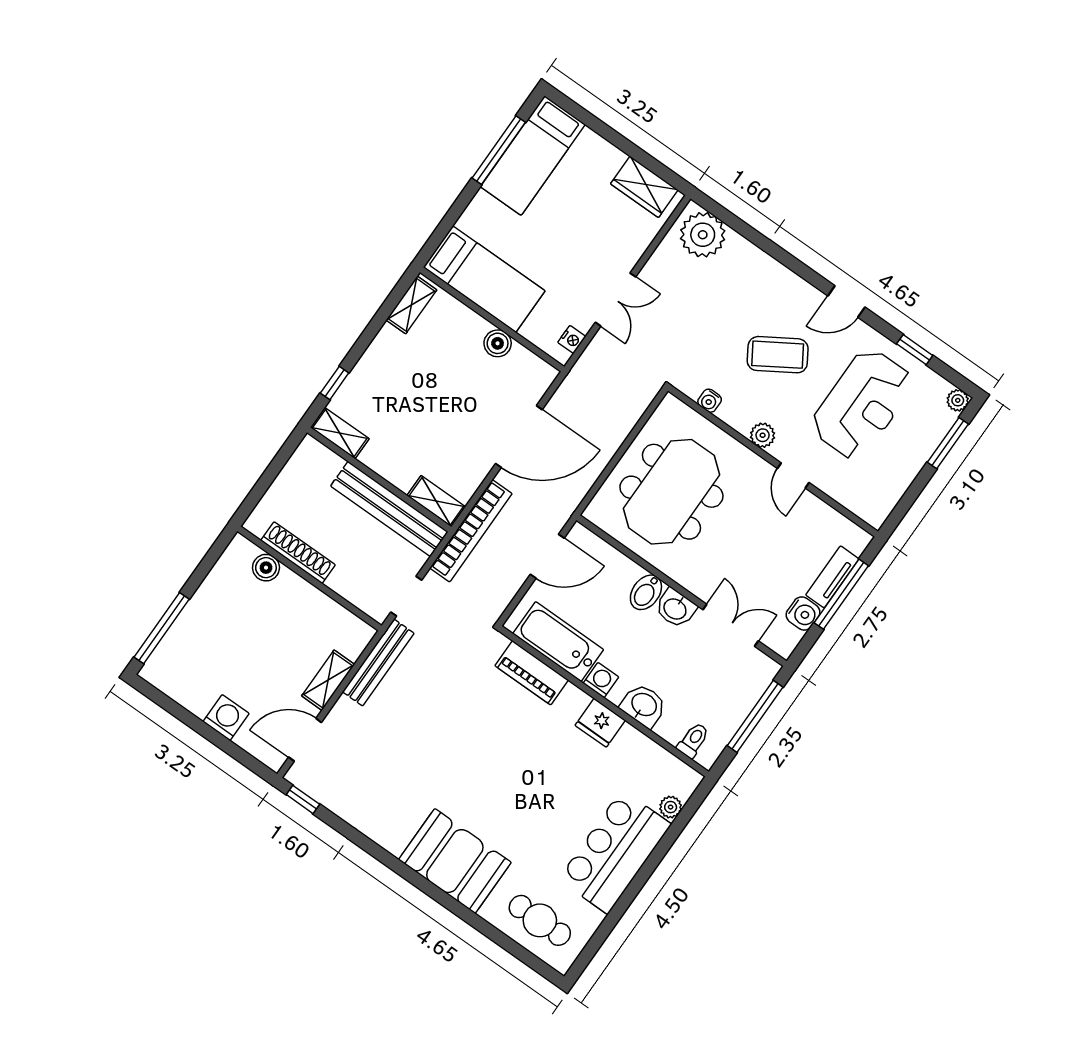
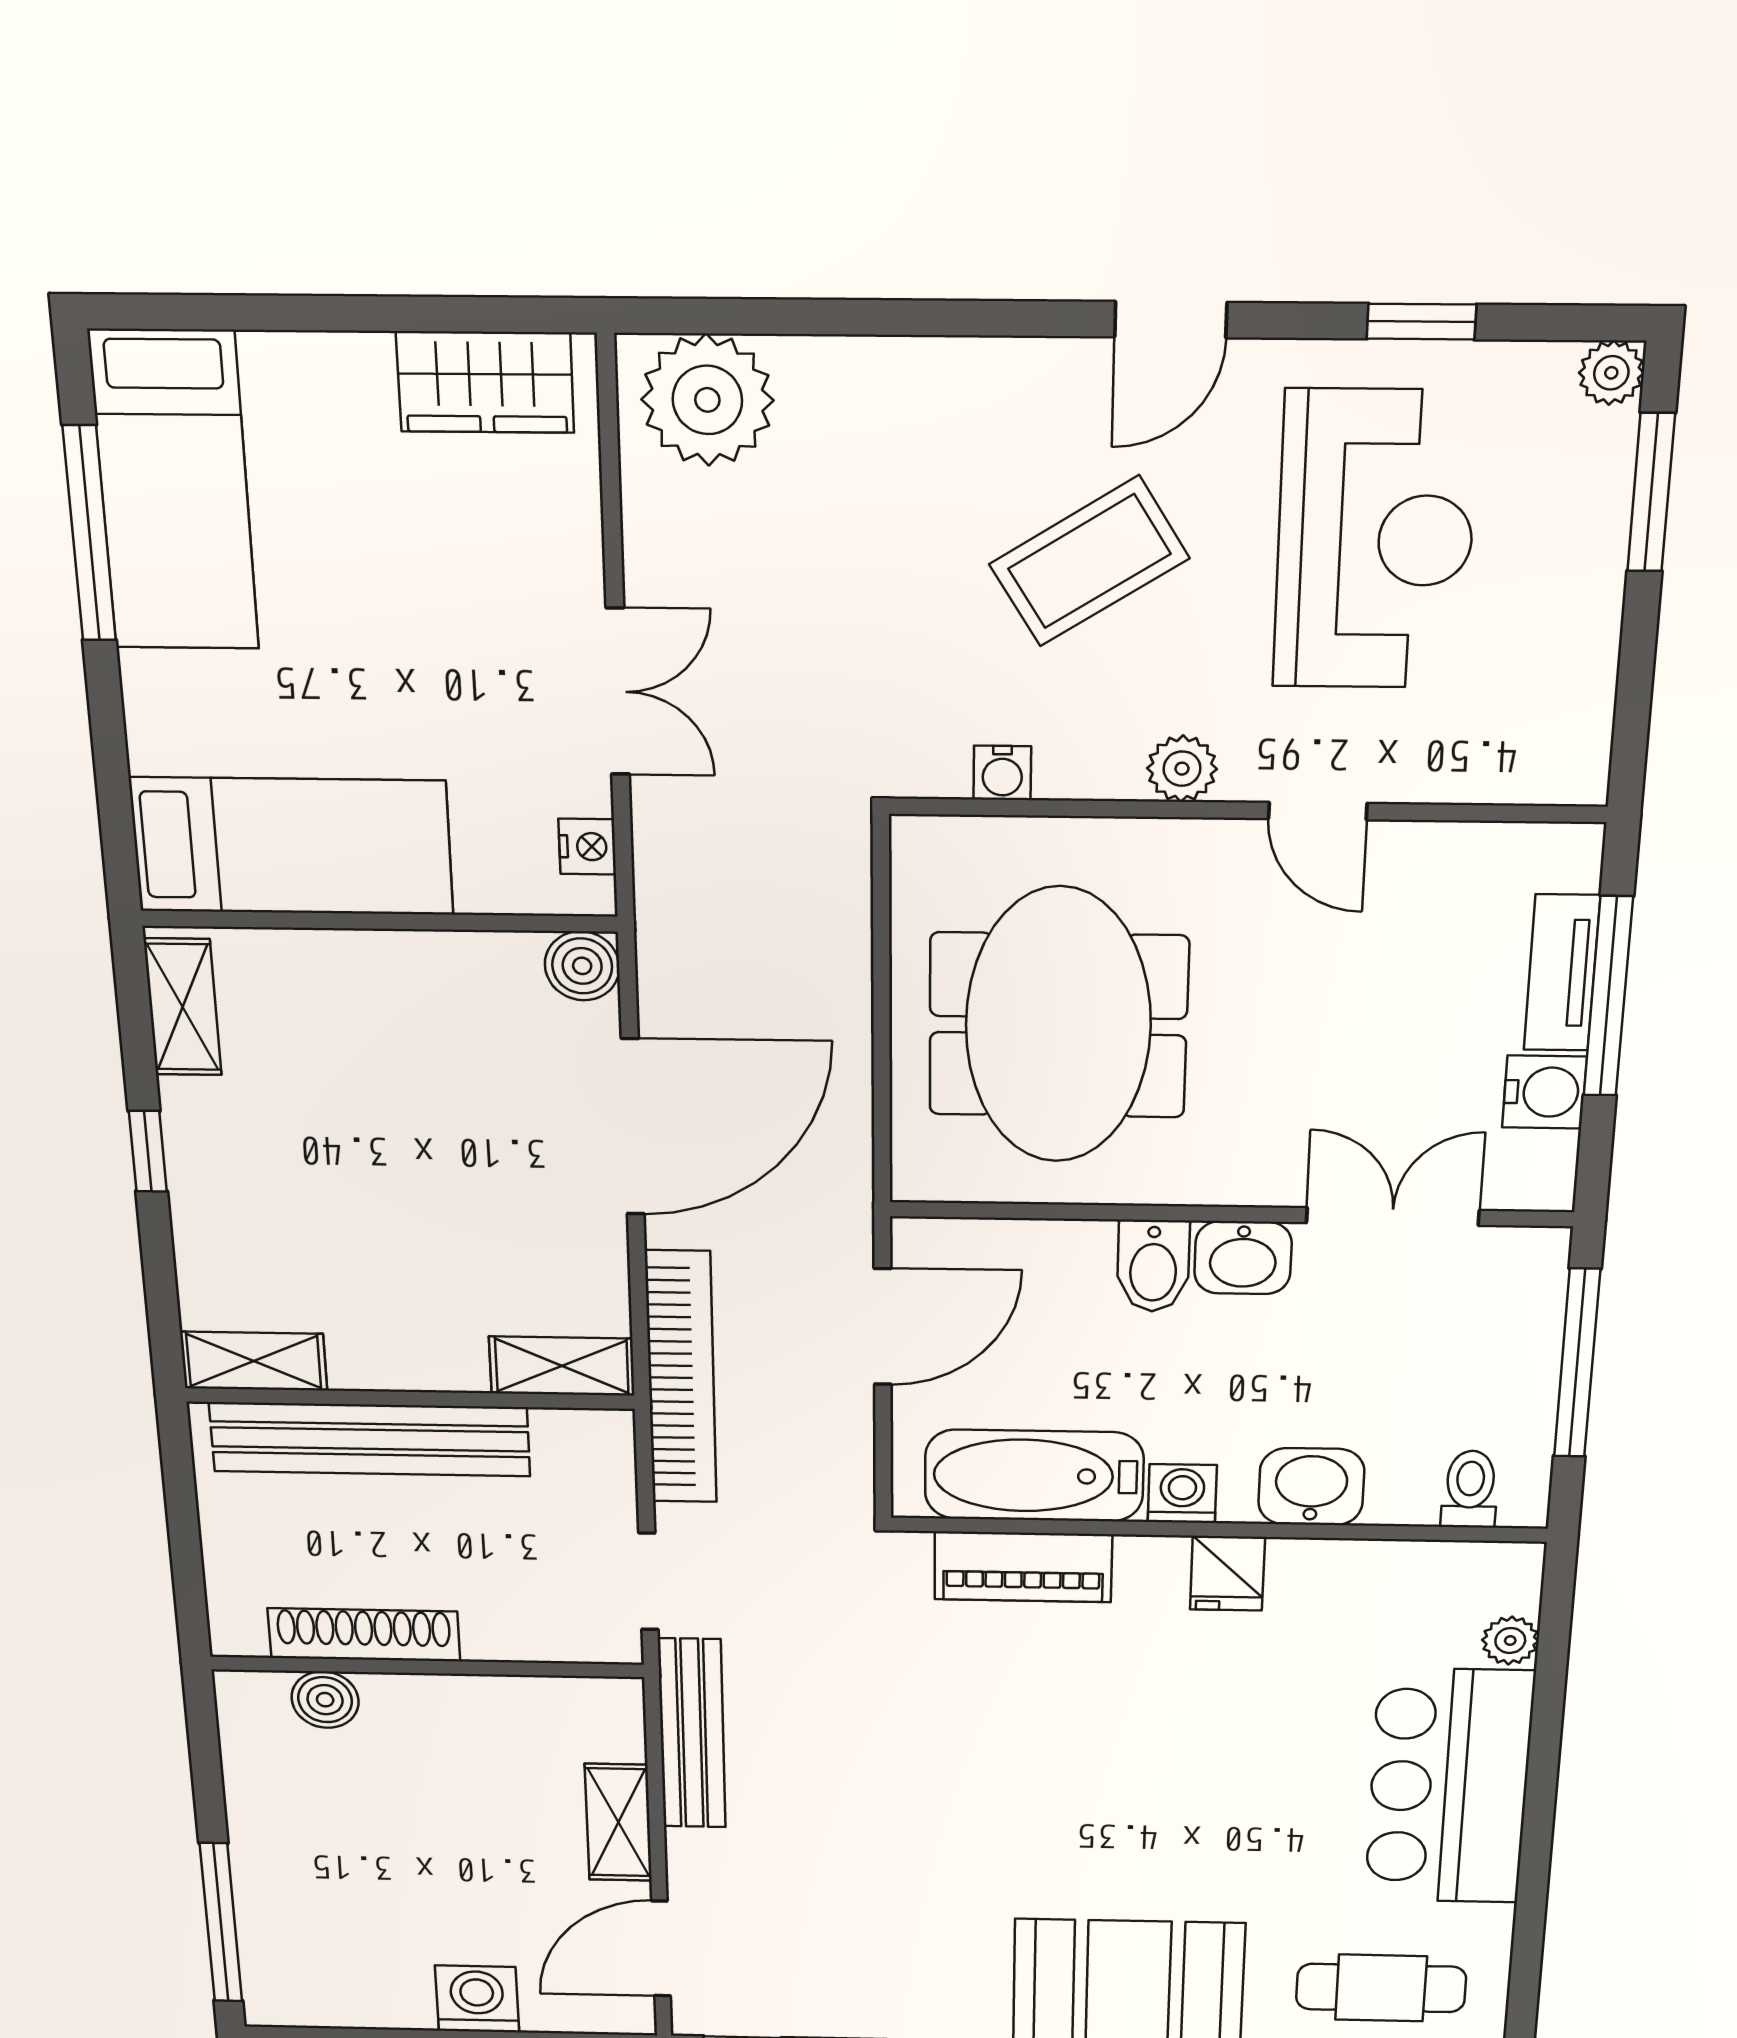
boiler: (498, 343) -> (582, 966), moved
window: (335, 383) -> (148, 1151), moved
bench: (389, 509) -> (370, 1439), moved
fridge: (600, 723) -> (1227, 1573), width x0.72

